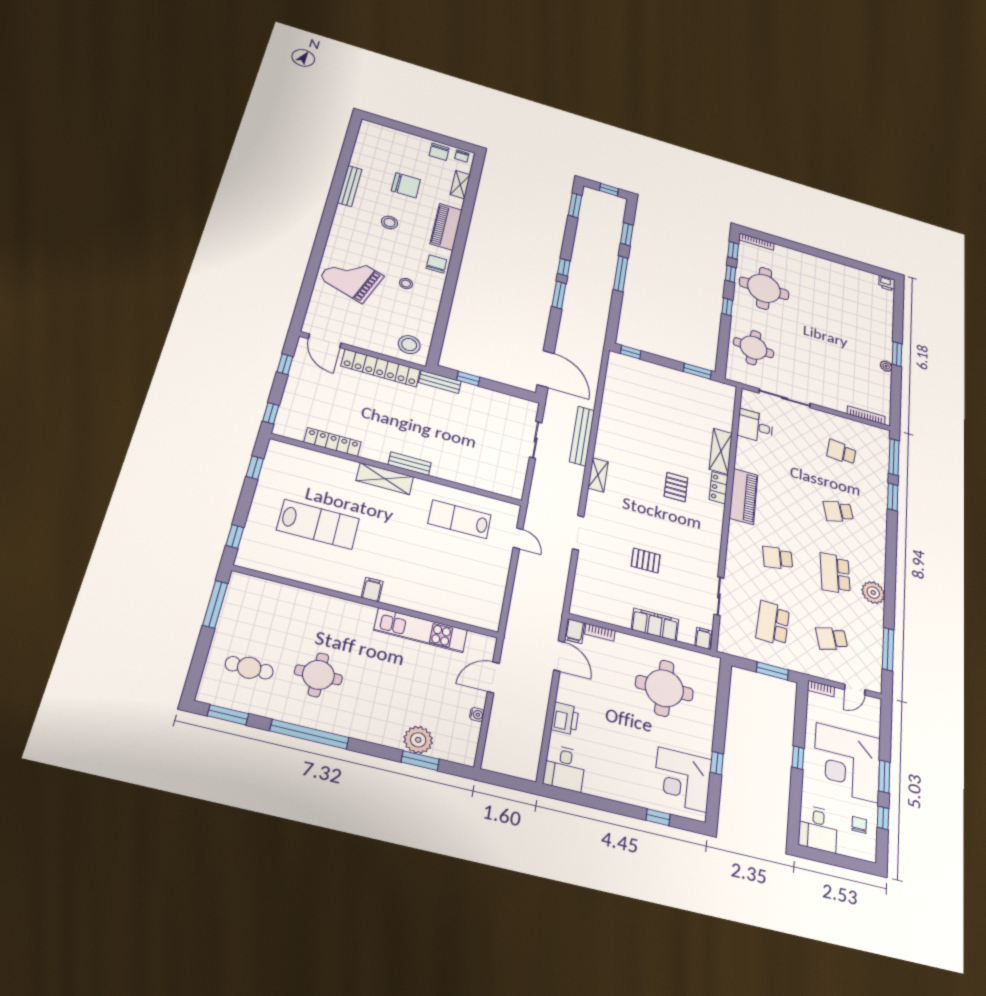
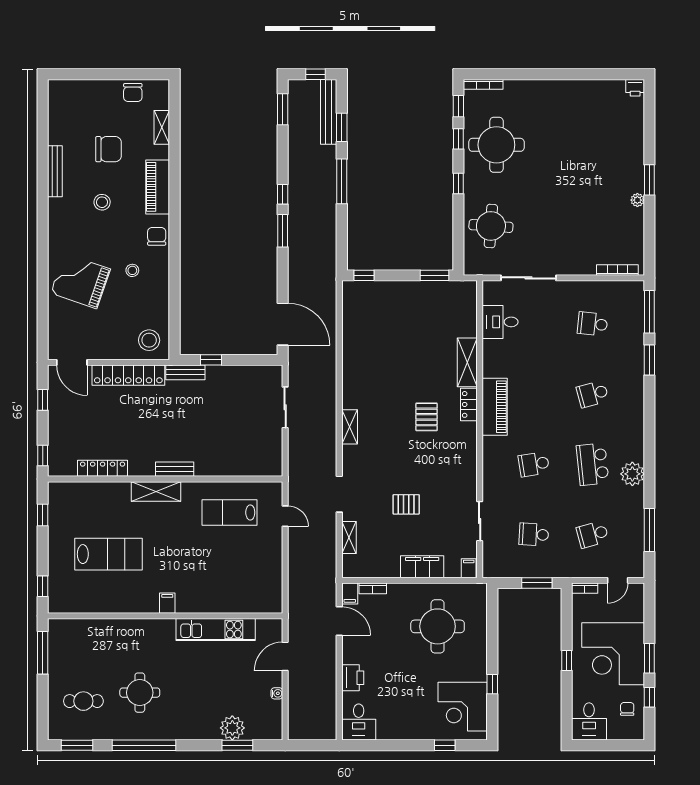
chair: (462, 156) -> (157, 89), removed
bench: (582, 436) -> (329, 112), moved
shelving: (582, 576) -> (349, 538), added
school desk: (773, 623) -> (534, 534), width x0.54

